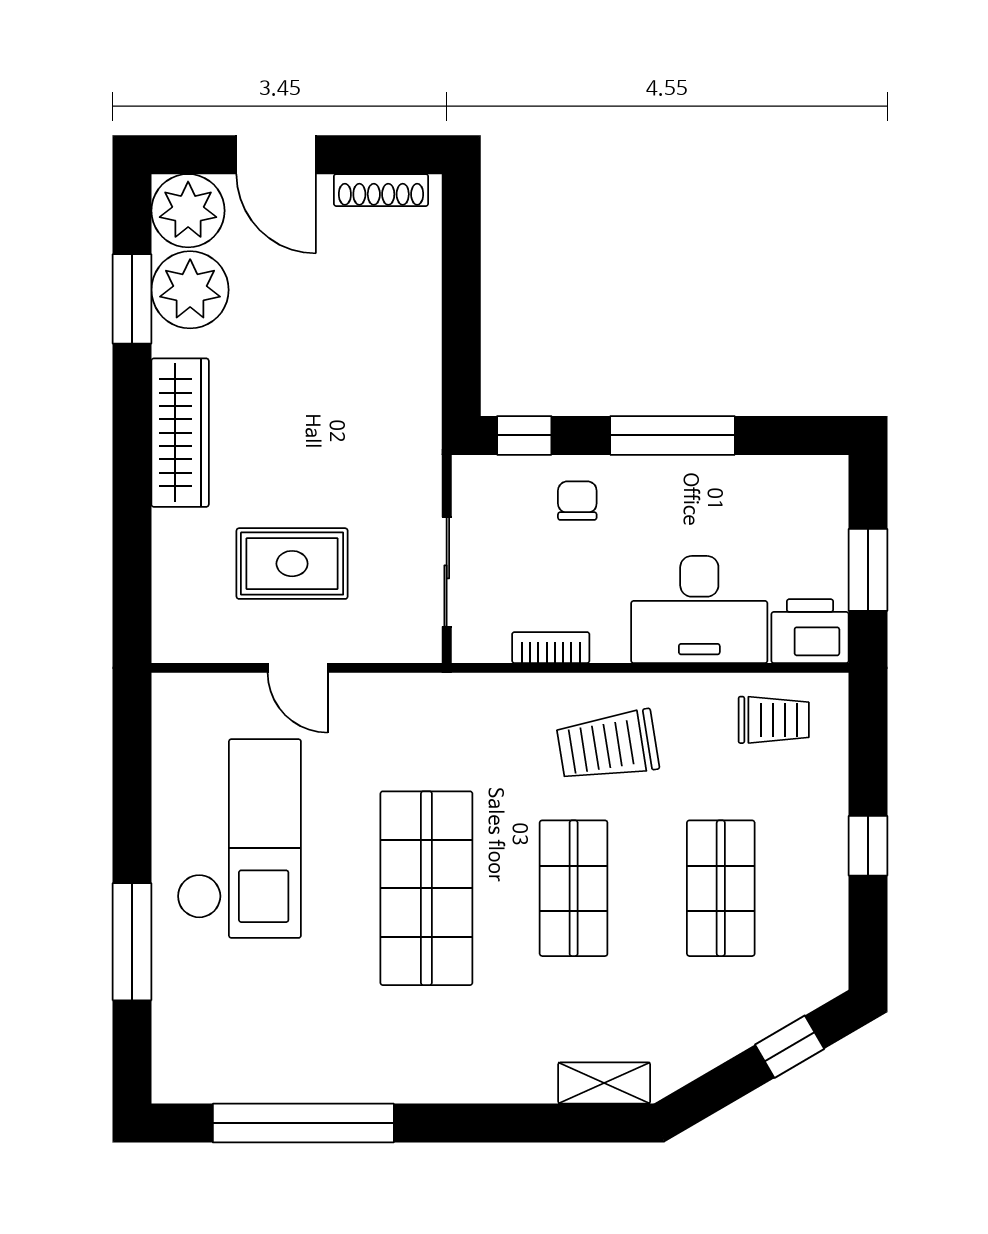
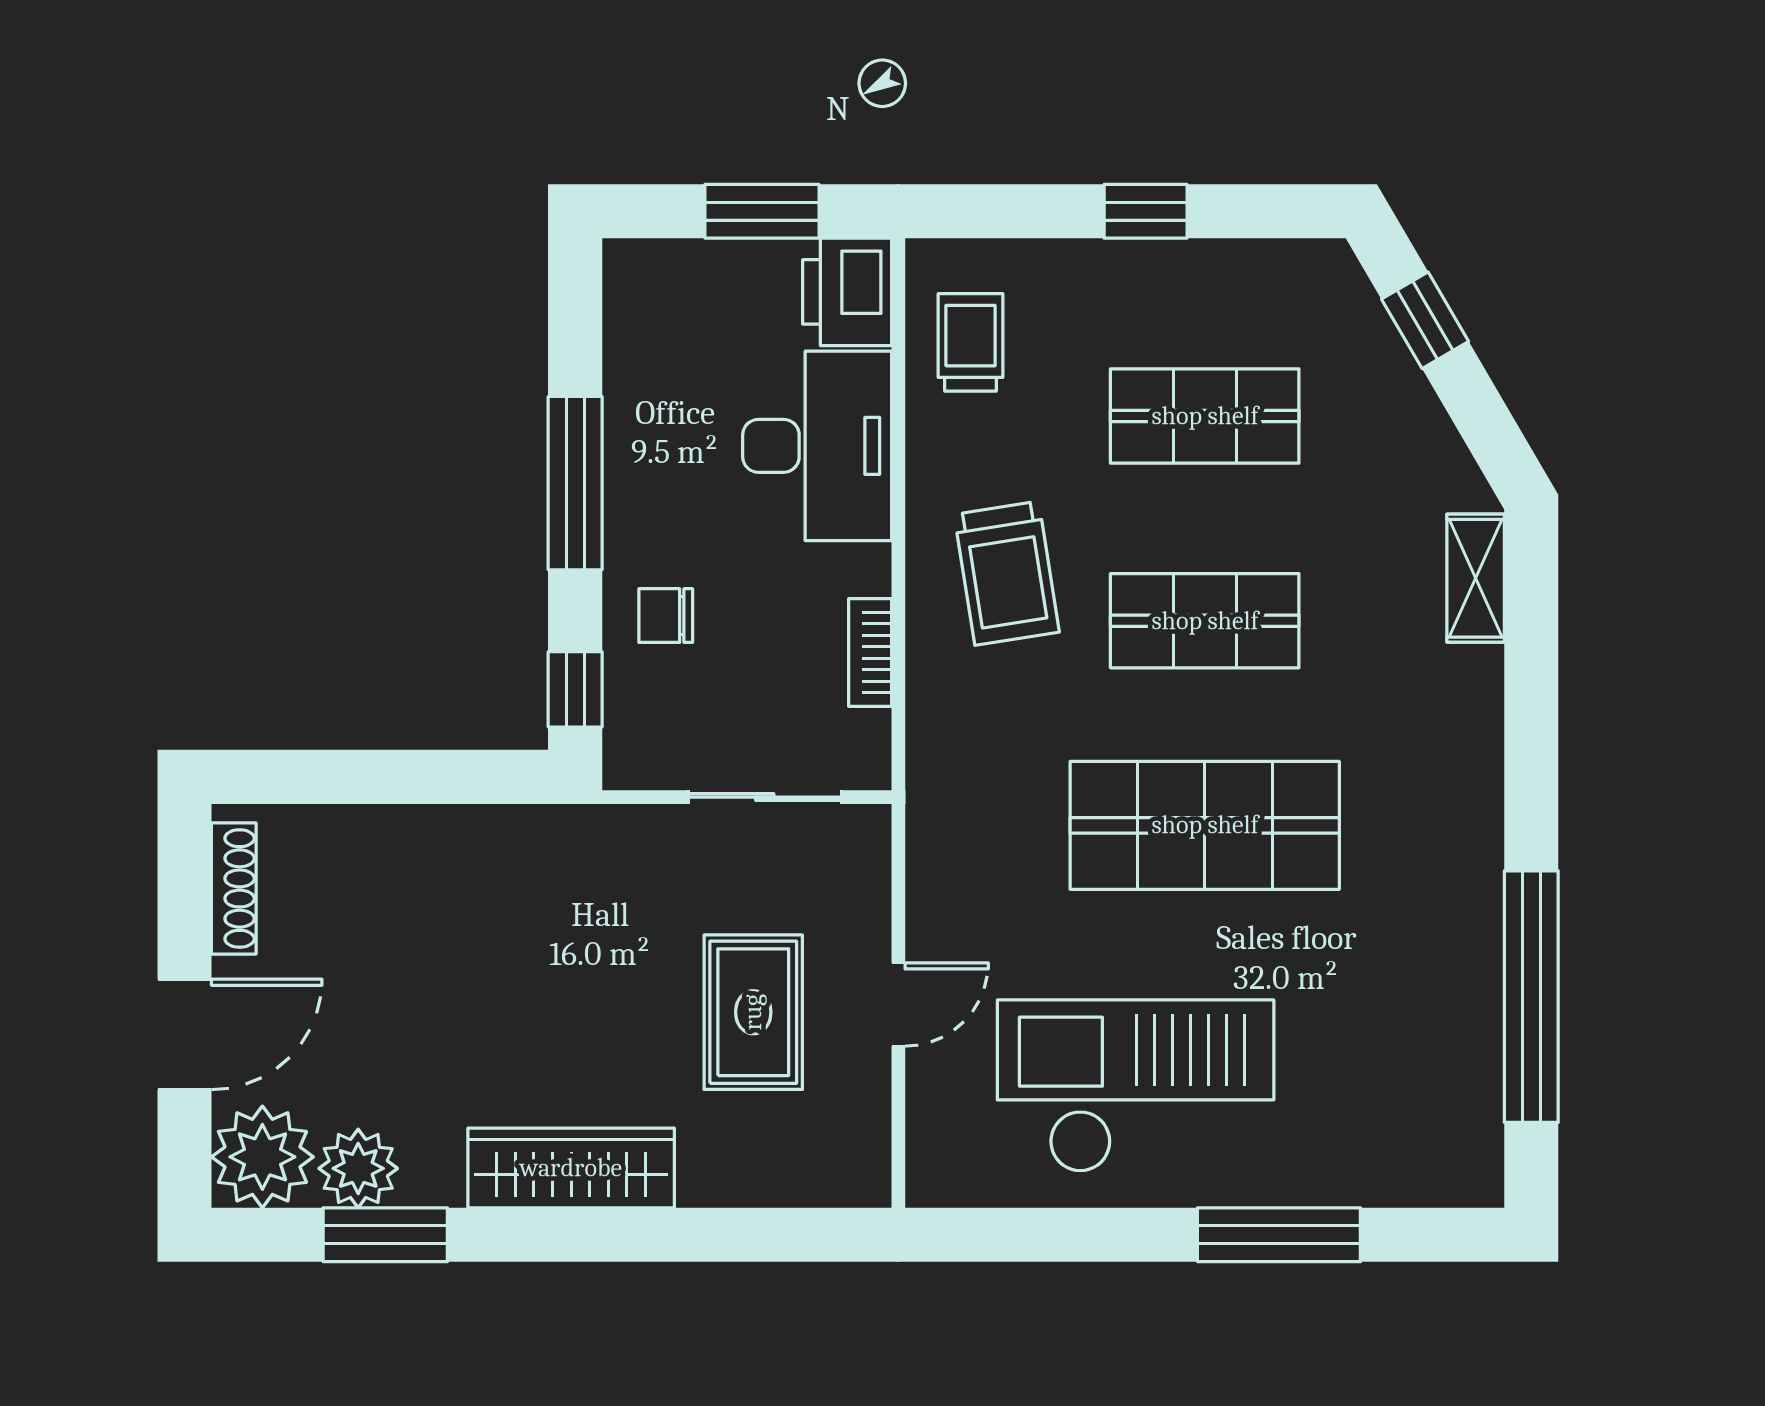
plant: (190, 290) -> (358, 1168), width x0.73, depth x0.73

